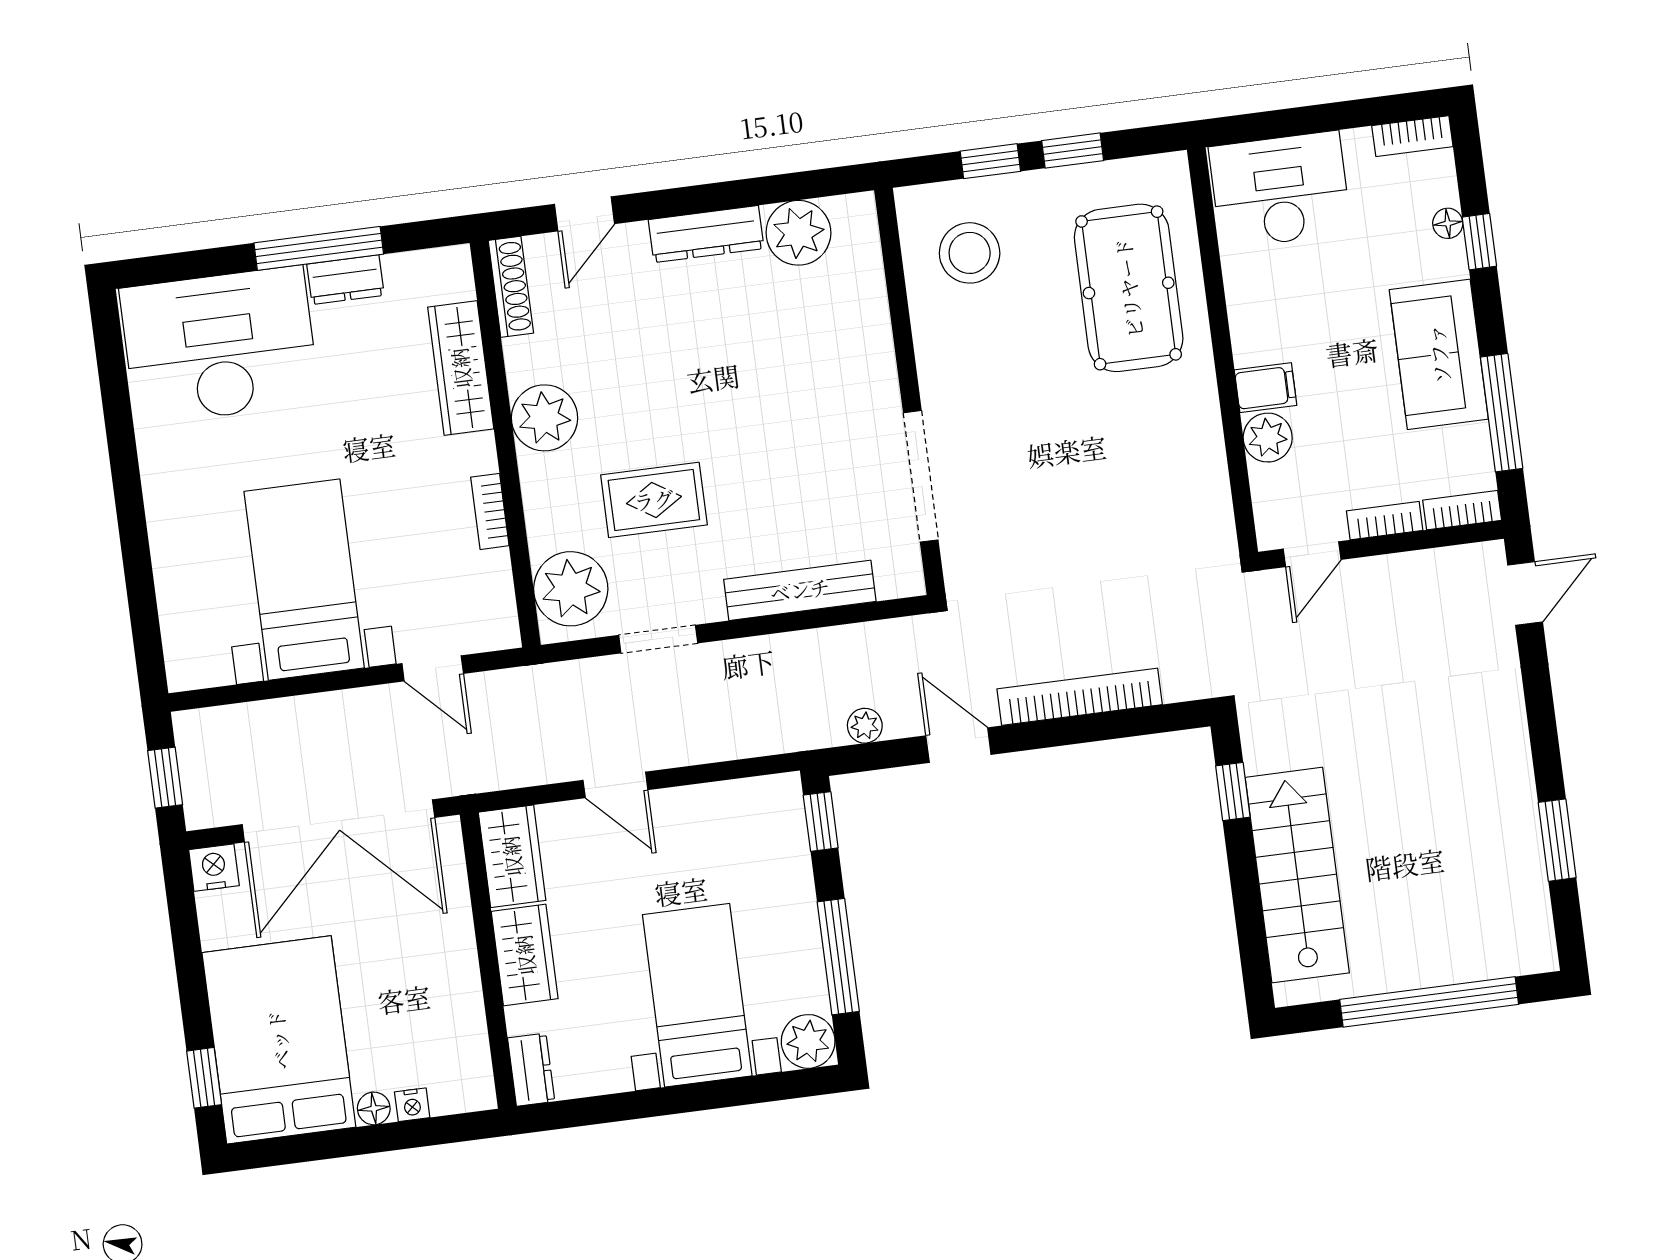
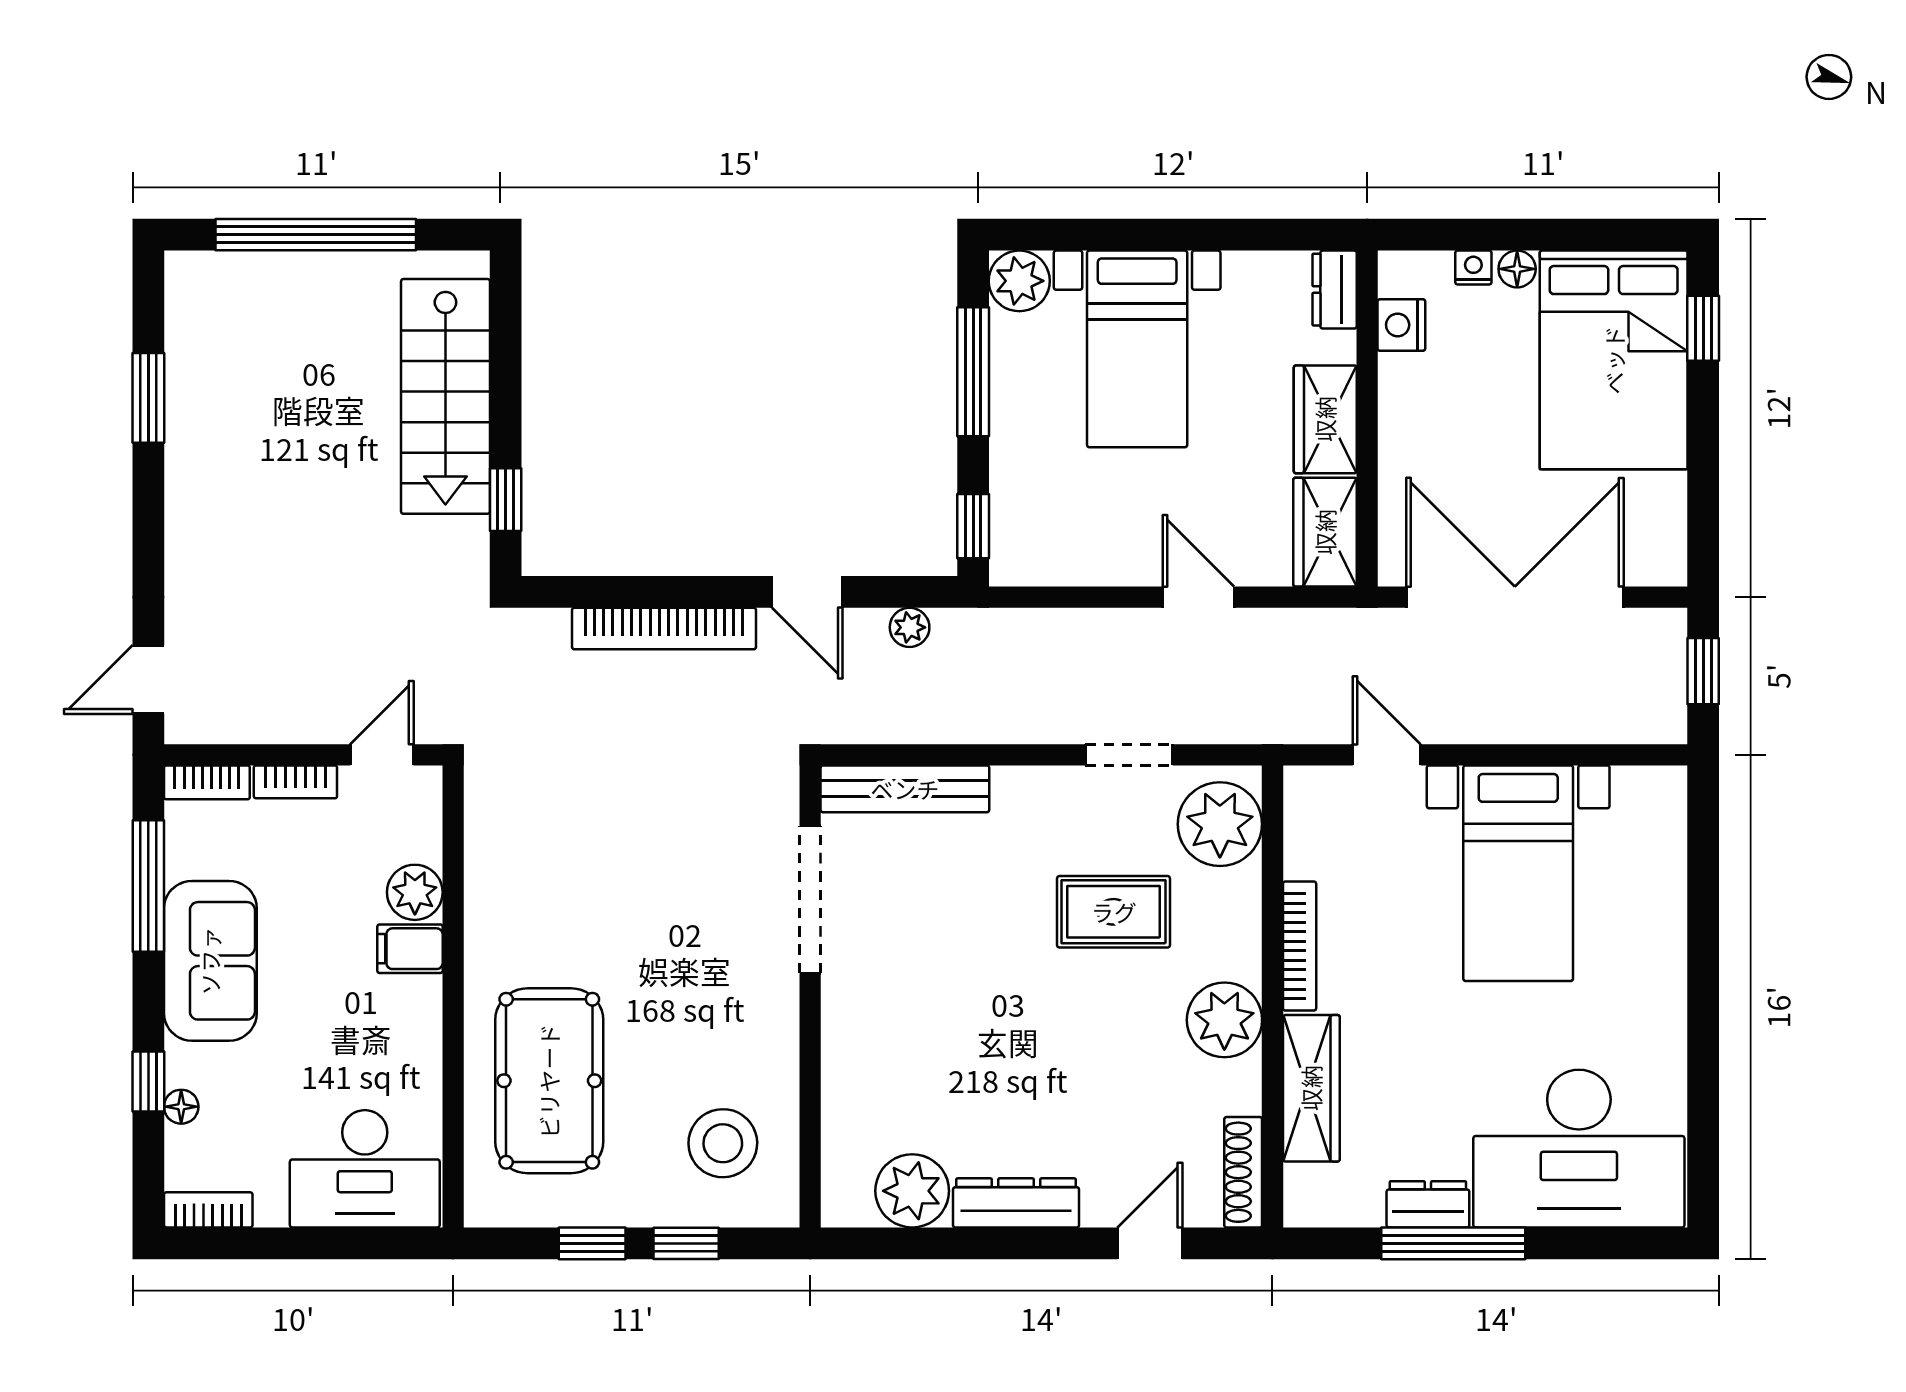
bookcase: (490, 511) -> (1300, 946), width x1.56
bench: (800, 590) -> (905, 789), moved
nightstand: (214, 868) -> (1401, 325), moved, turned 90

